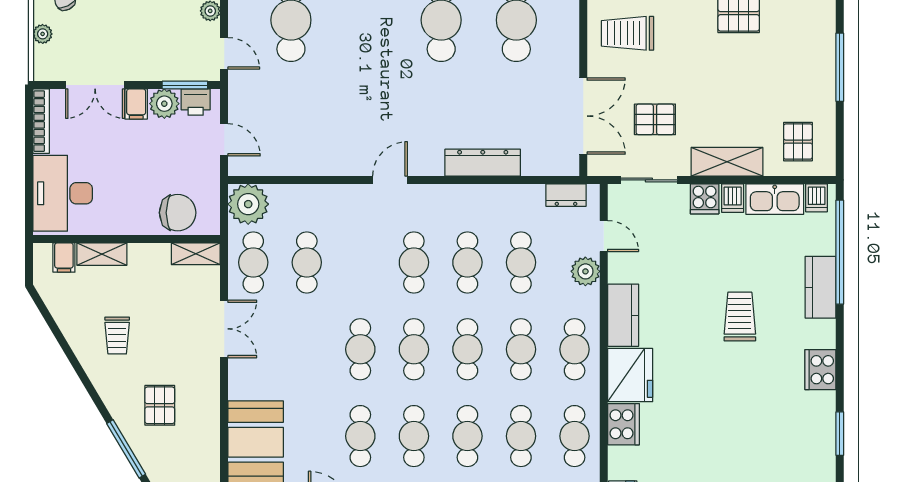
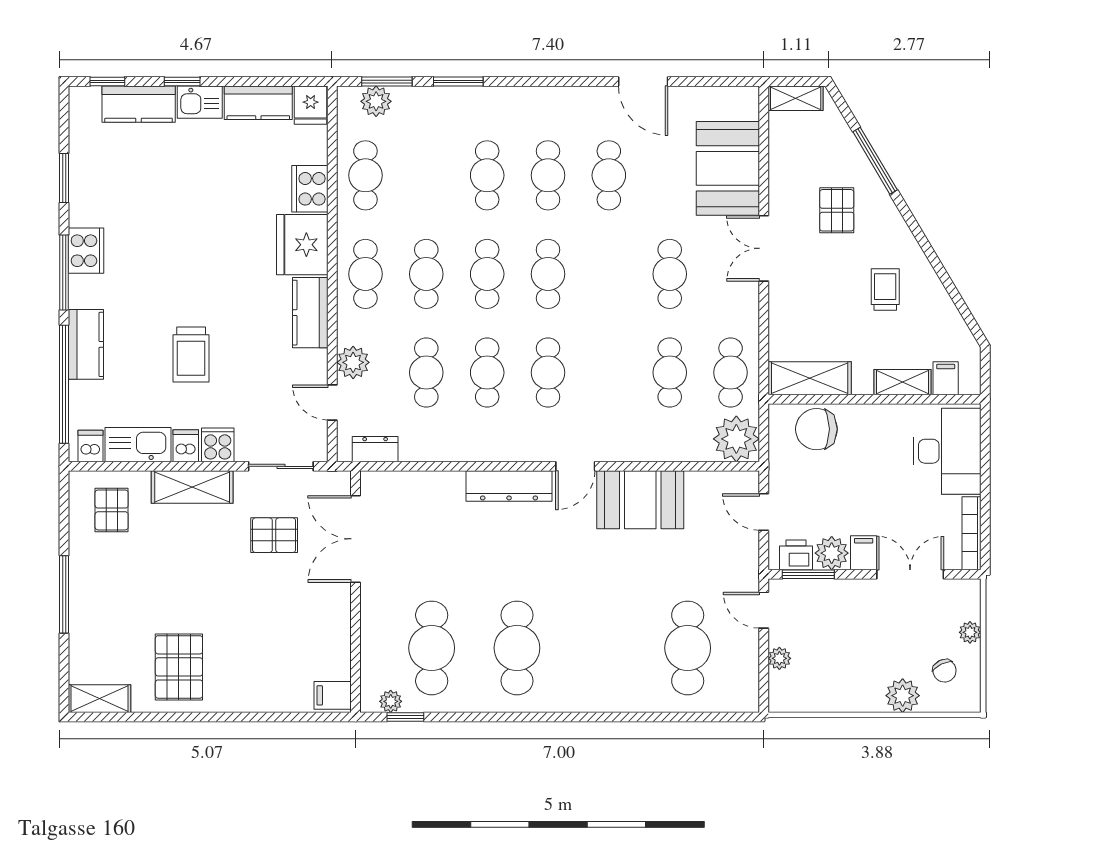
trolley: (627, 33) -> (305, 633), removed
booth: (333, 151) -> (640, 500), added
dresser: (483, 163) -> (509, 486), moved
shelving: (196, 254) -> (810, 378), width x1.50, depth x1.33
trolley: (740, 317) -> (191, 354), moved
double door: (224, 329) -> (764, 248), moved
cafe table: (360, 349) -> (670, 274), moved
window: (840, 350) -> (64, 273), added
cafe table: (521, 436) -> (426, 175), removed

